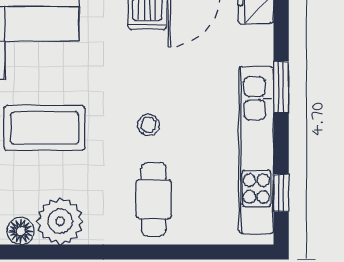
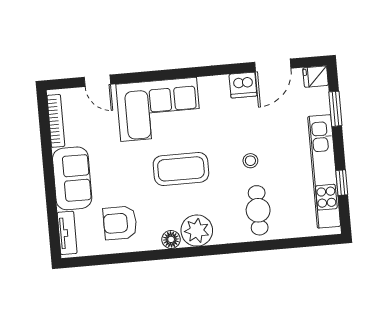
window: (281, 87) -> (335, 109), moved
window: (281, 193) -> (342, 183), moved

